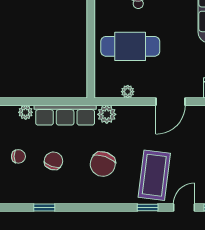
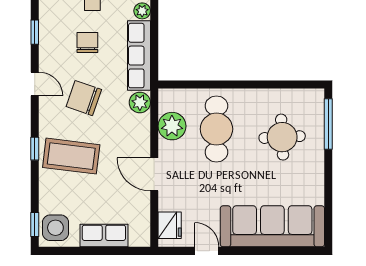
plant: (128, 92) -> (172, 126), width x1.87, depth x1.87
chair: (53, 161) -> (87, 42), turned -109
door: (184, 207) -> (35, 84), moved

